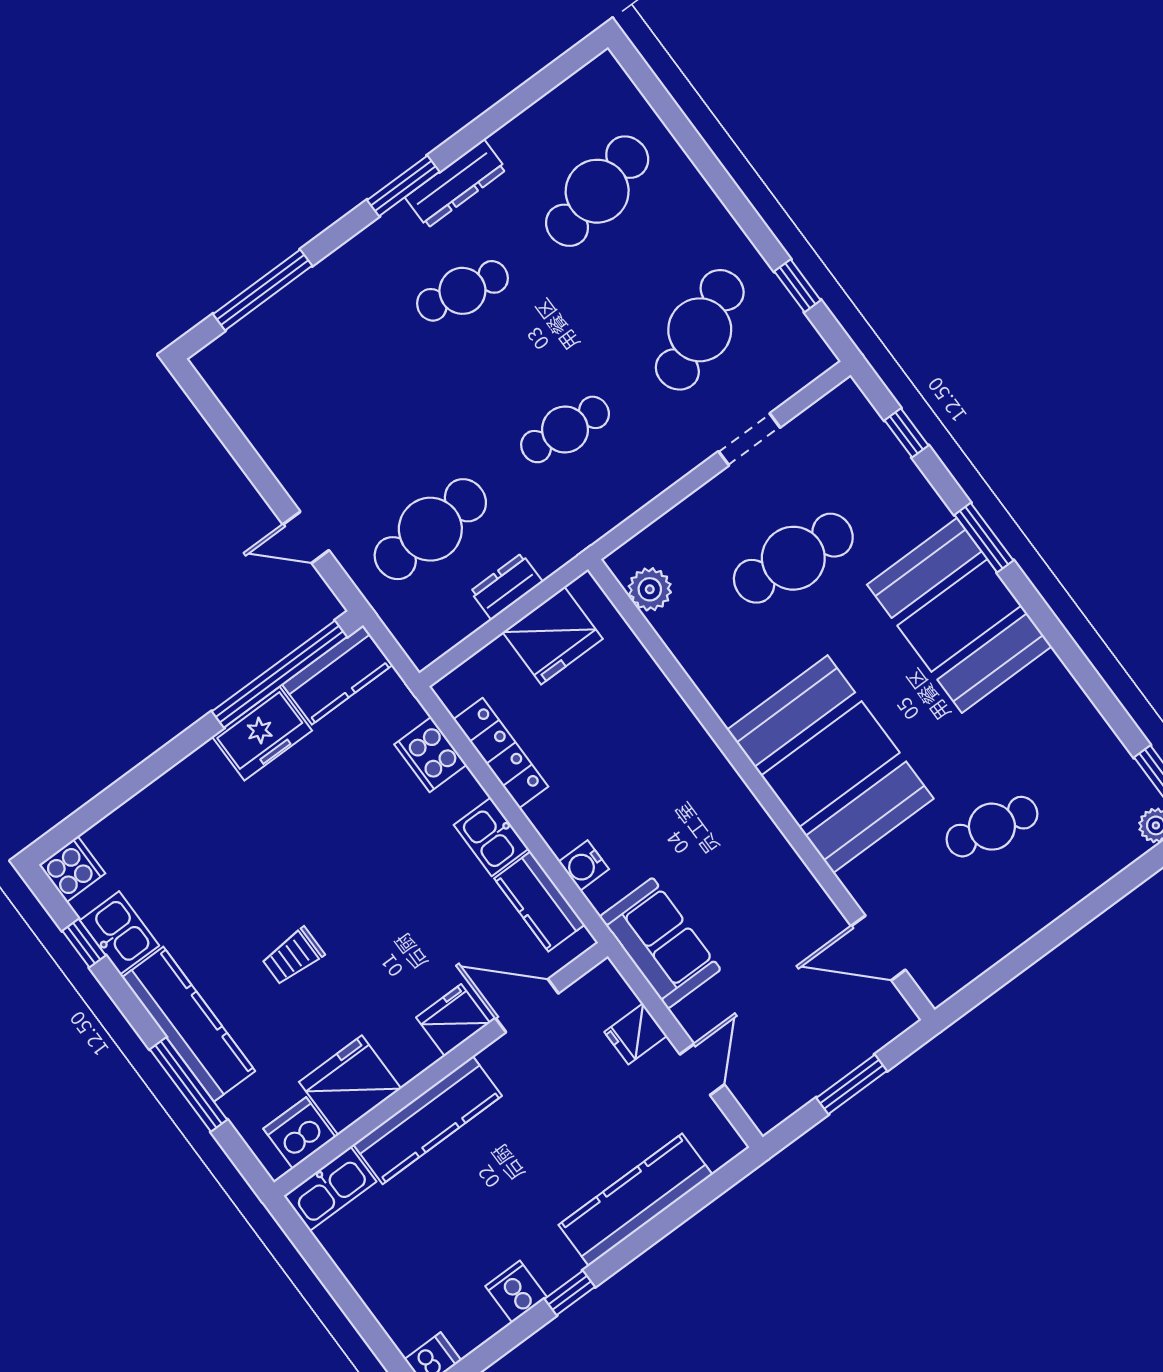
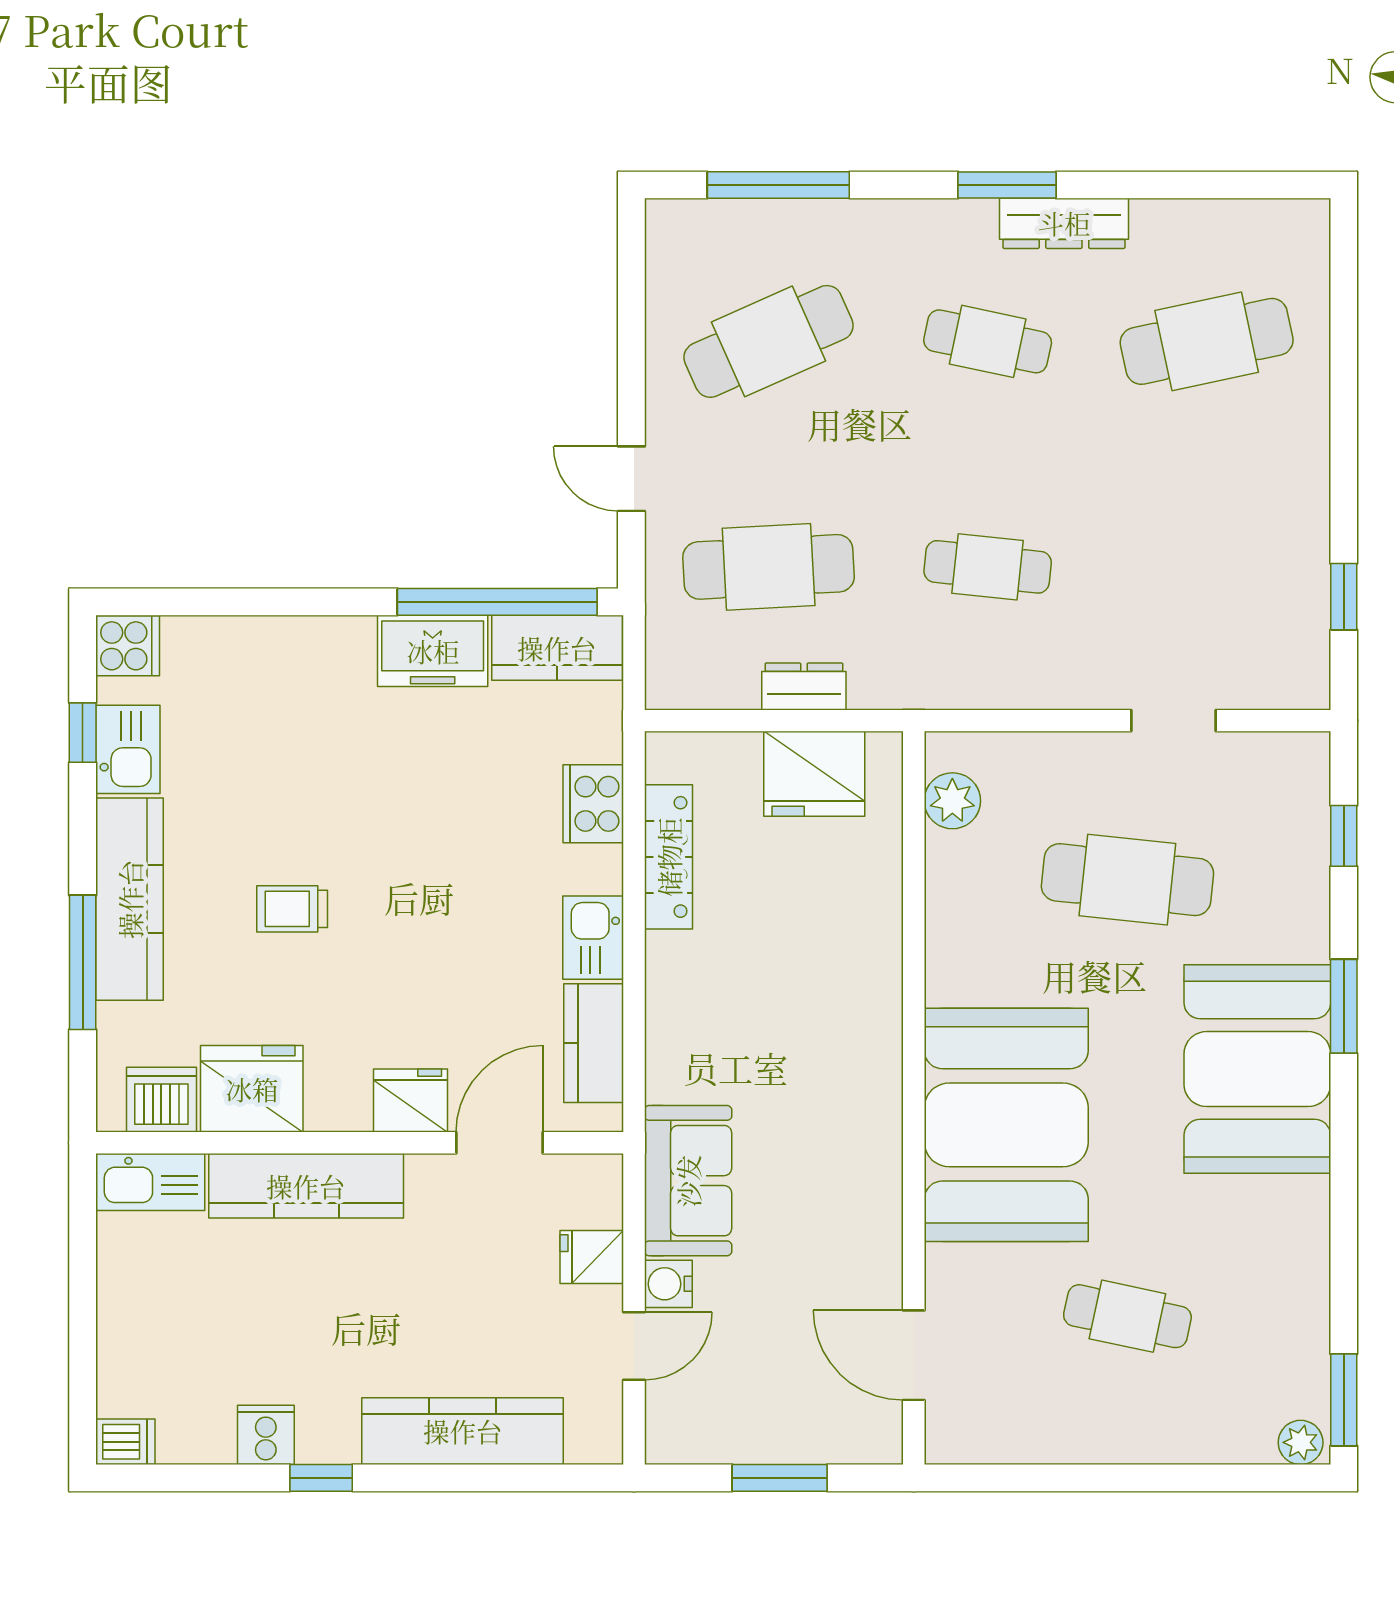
cafe table: (700, 330) -> (769, 341), moved
water cooler: (584, 865) -> (668, 1284), moved
door: (527, 1006) -> (500, 1143), hinge flipped

